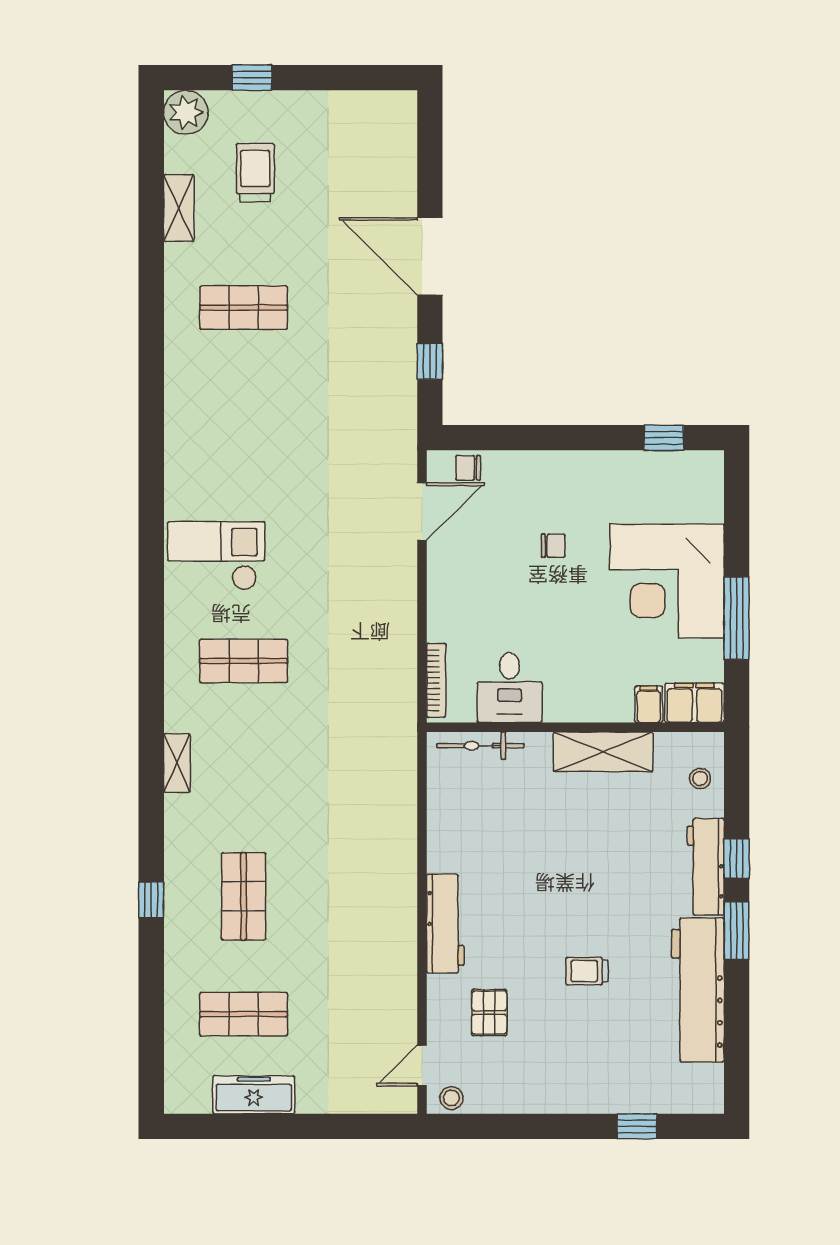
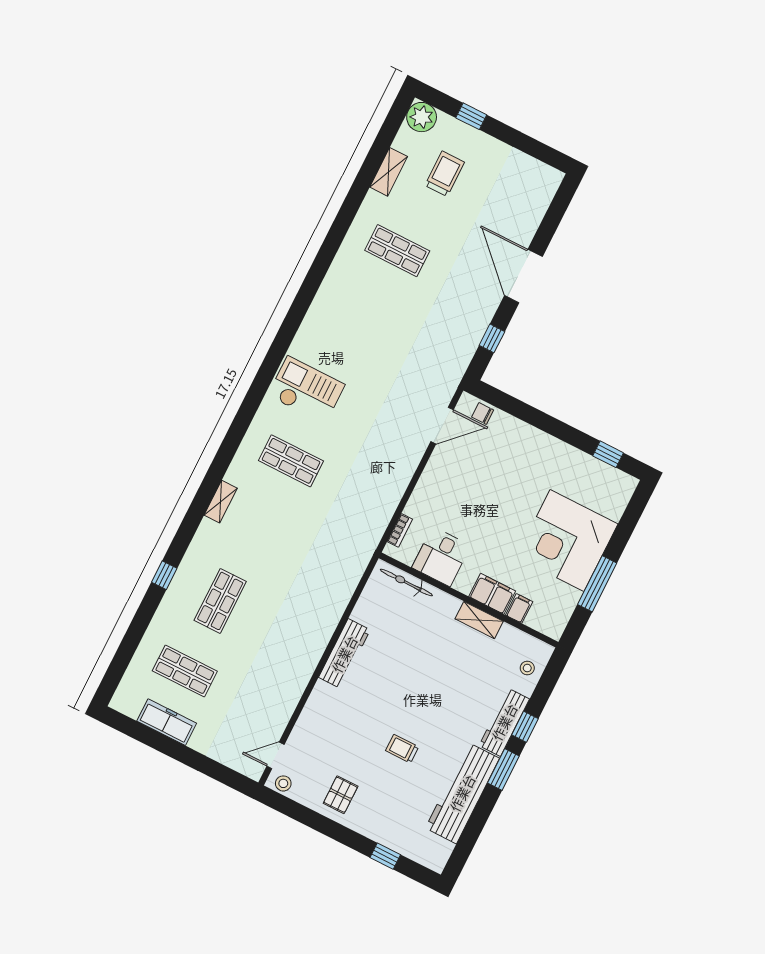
chair: (553, 546) -> (510, 485), removed
bookcase: (436, 680) -> (400, 530), width x0.64
filing cabinet: (695, 703) -> (492, 594), moved
shelving: (603, 752) -> (479, 620), width x0.67, depth x0.75
workbench: (445, 924) -> (344, 654), moved
pallet: (489, 1013) -> (341, 795), moved

